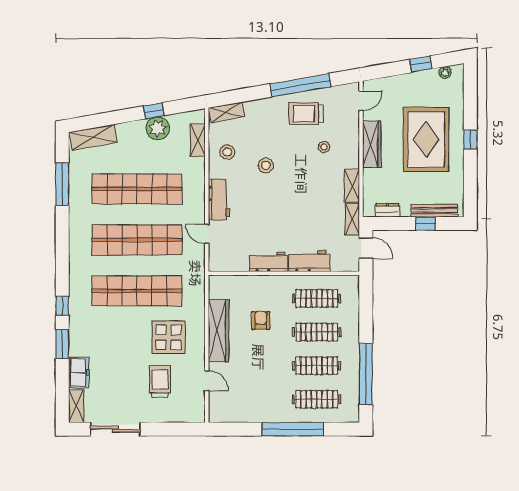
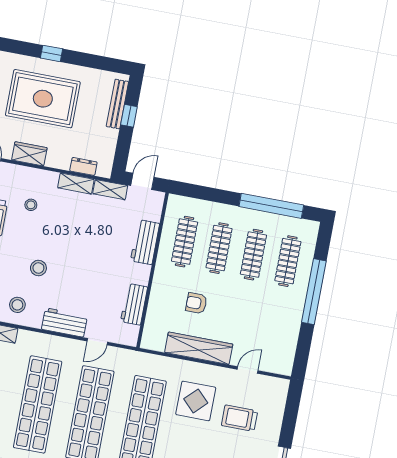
wardrobe: (372, 144) -> (29, 154), width x0.67
dresser: (387, 210) -> (83, 166), moved, turned 90
workbench: (269, 262) -> (134, 304), moved

